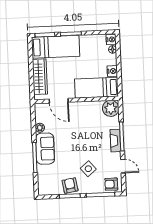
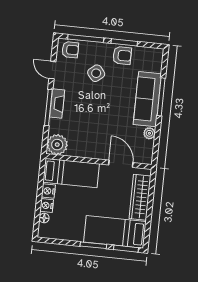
nightstand: (111, 39) -> (47, 206), moved
sofa: (45, 149) -> (147, 99), width x1.36
armchair: (70, 186) -> (122, 56), turned -81

